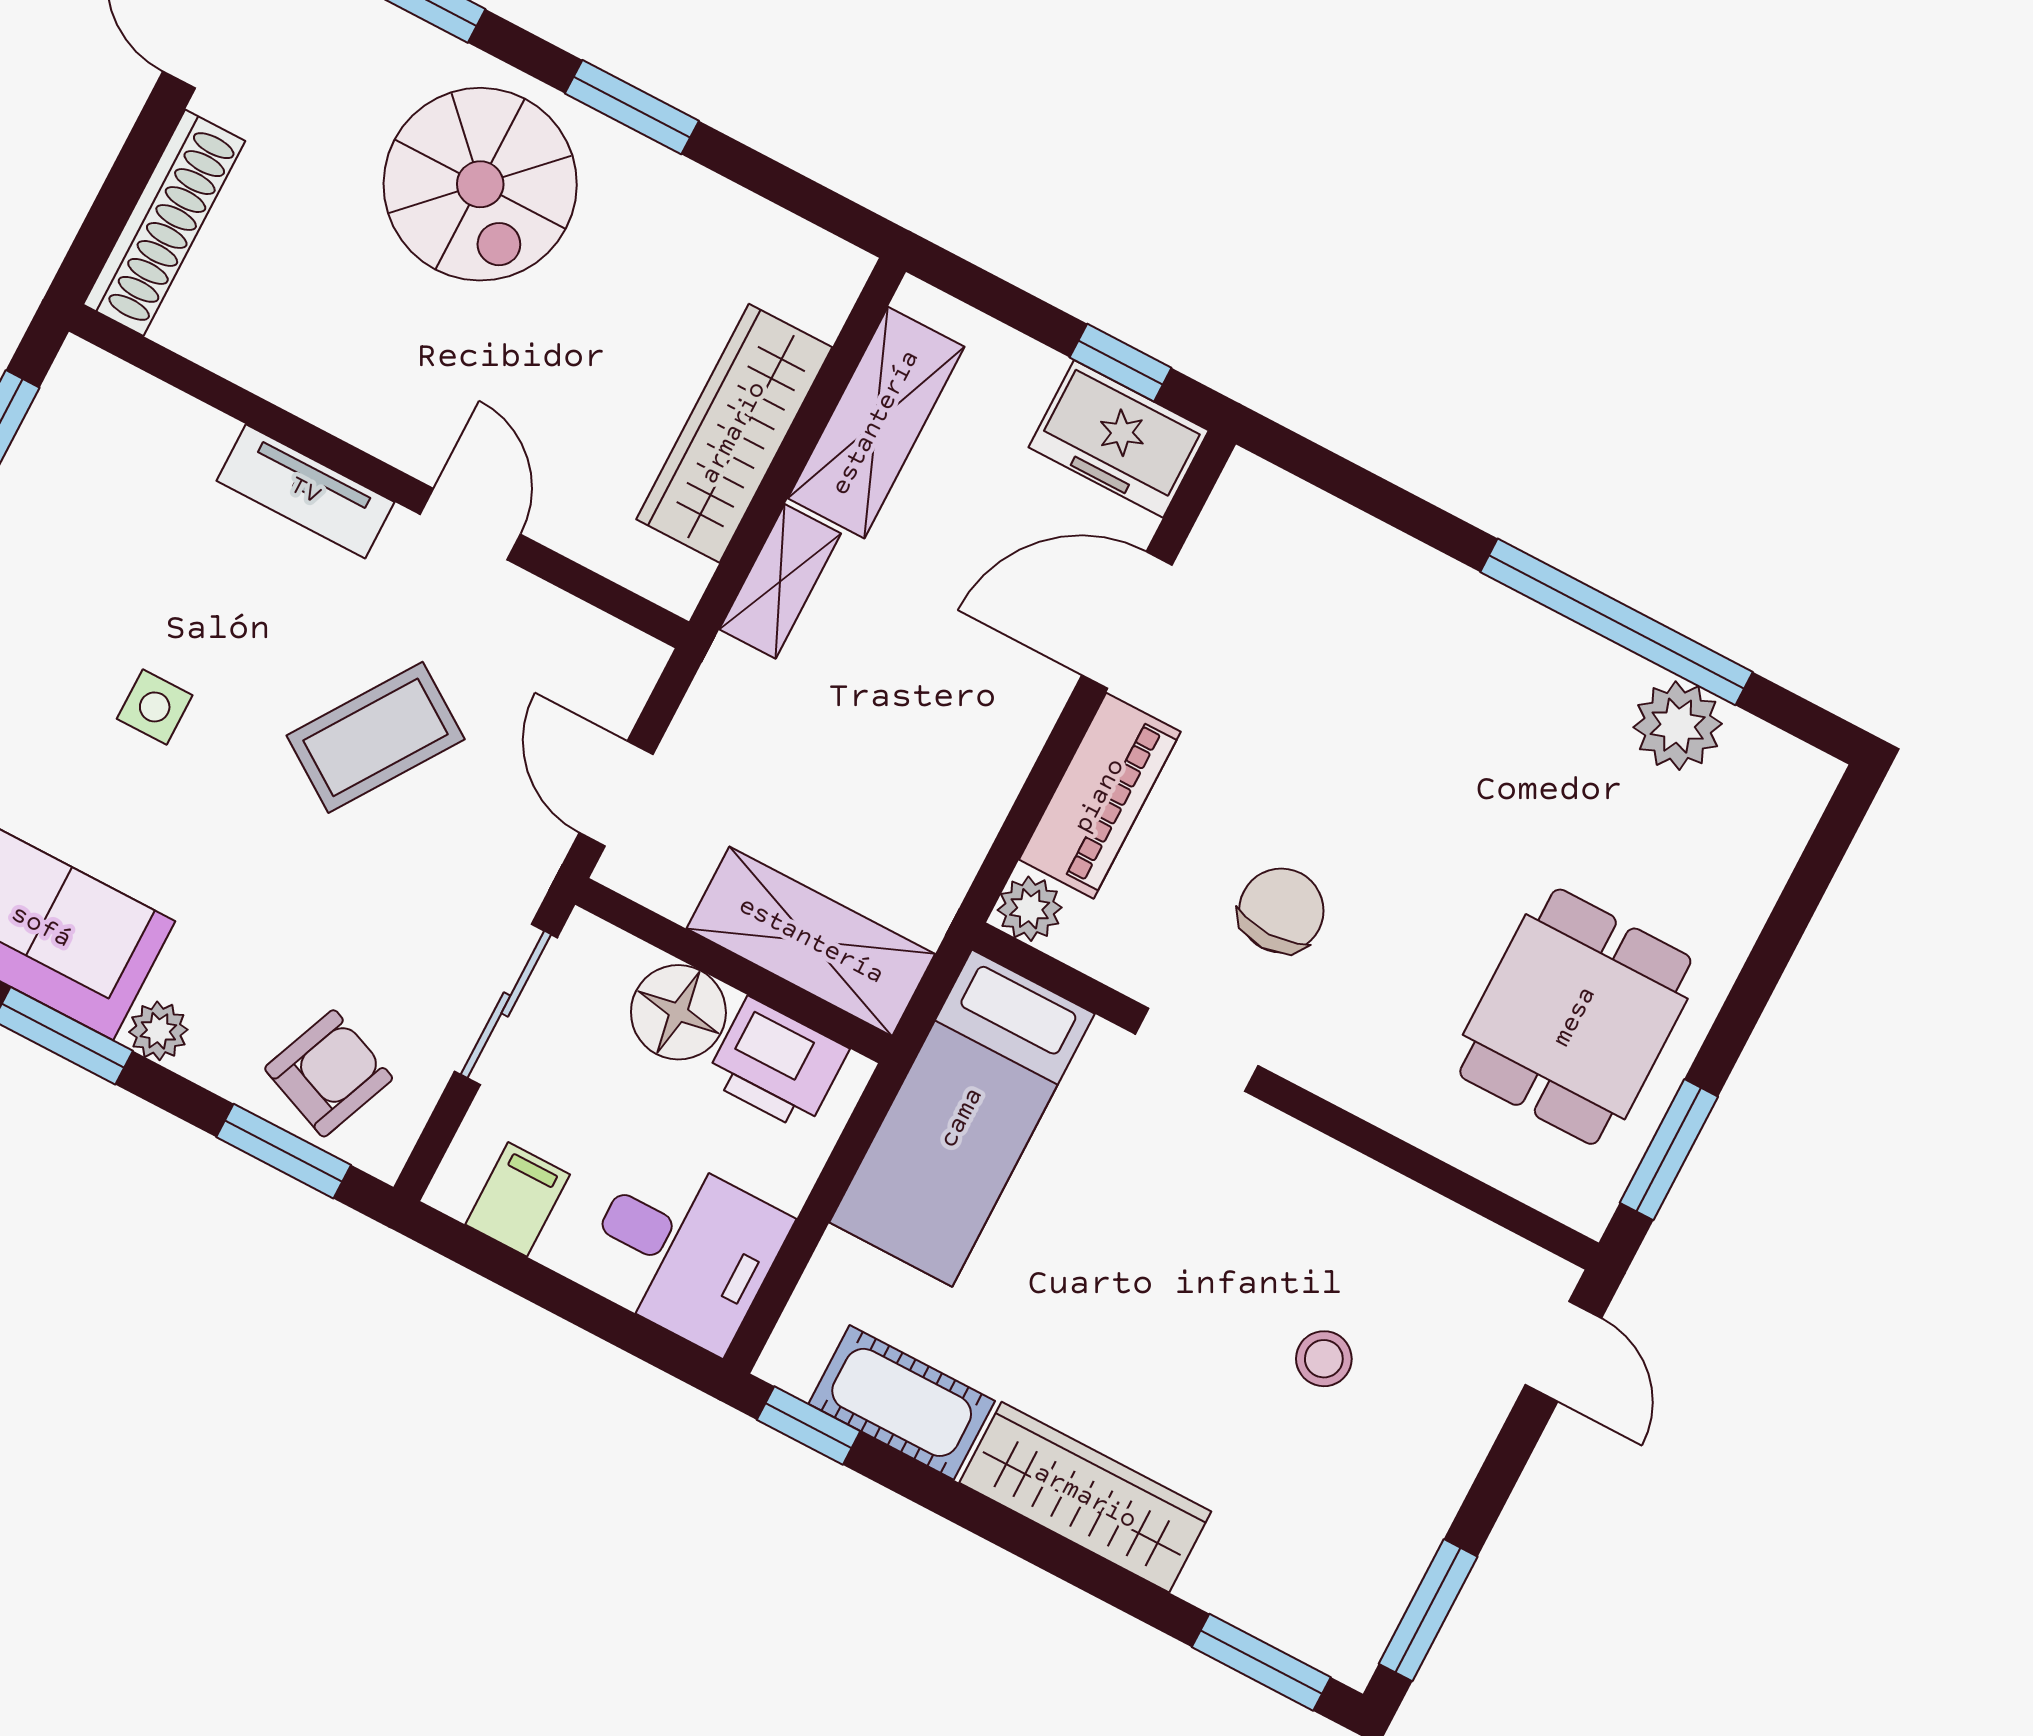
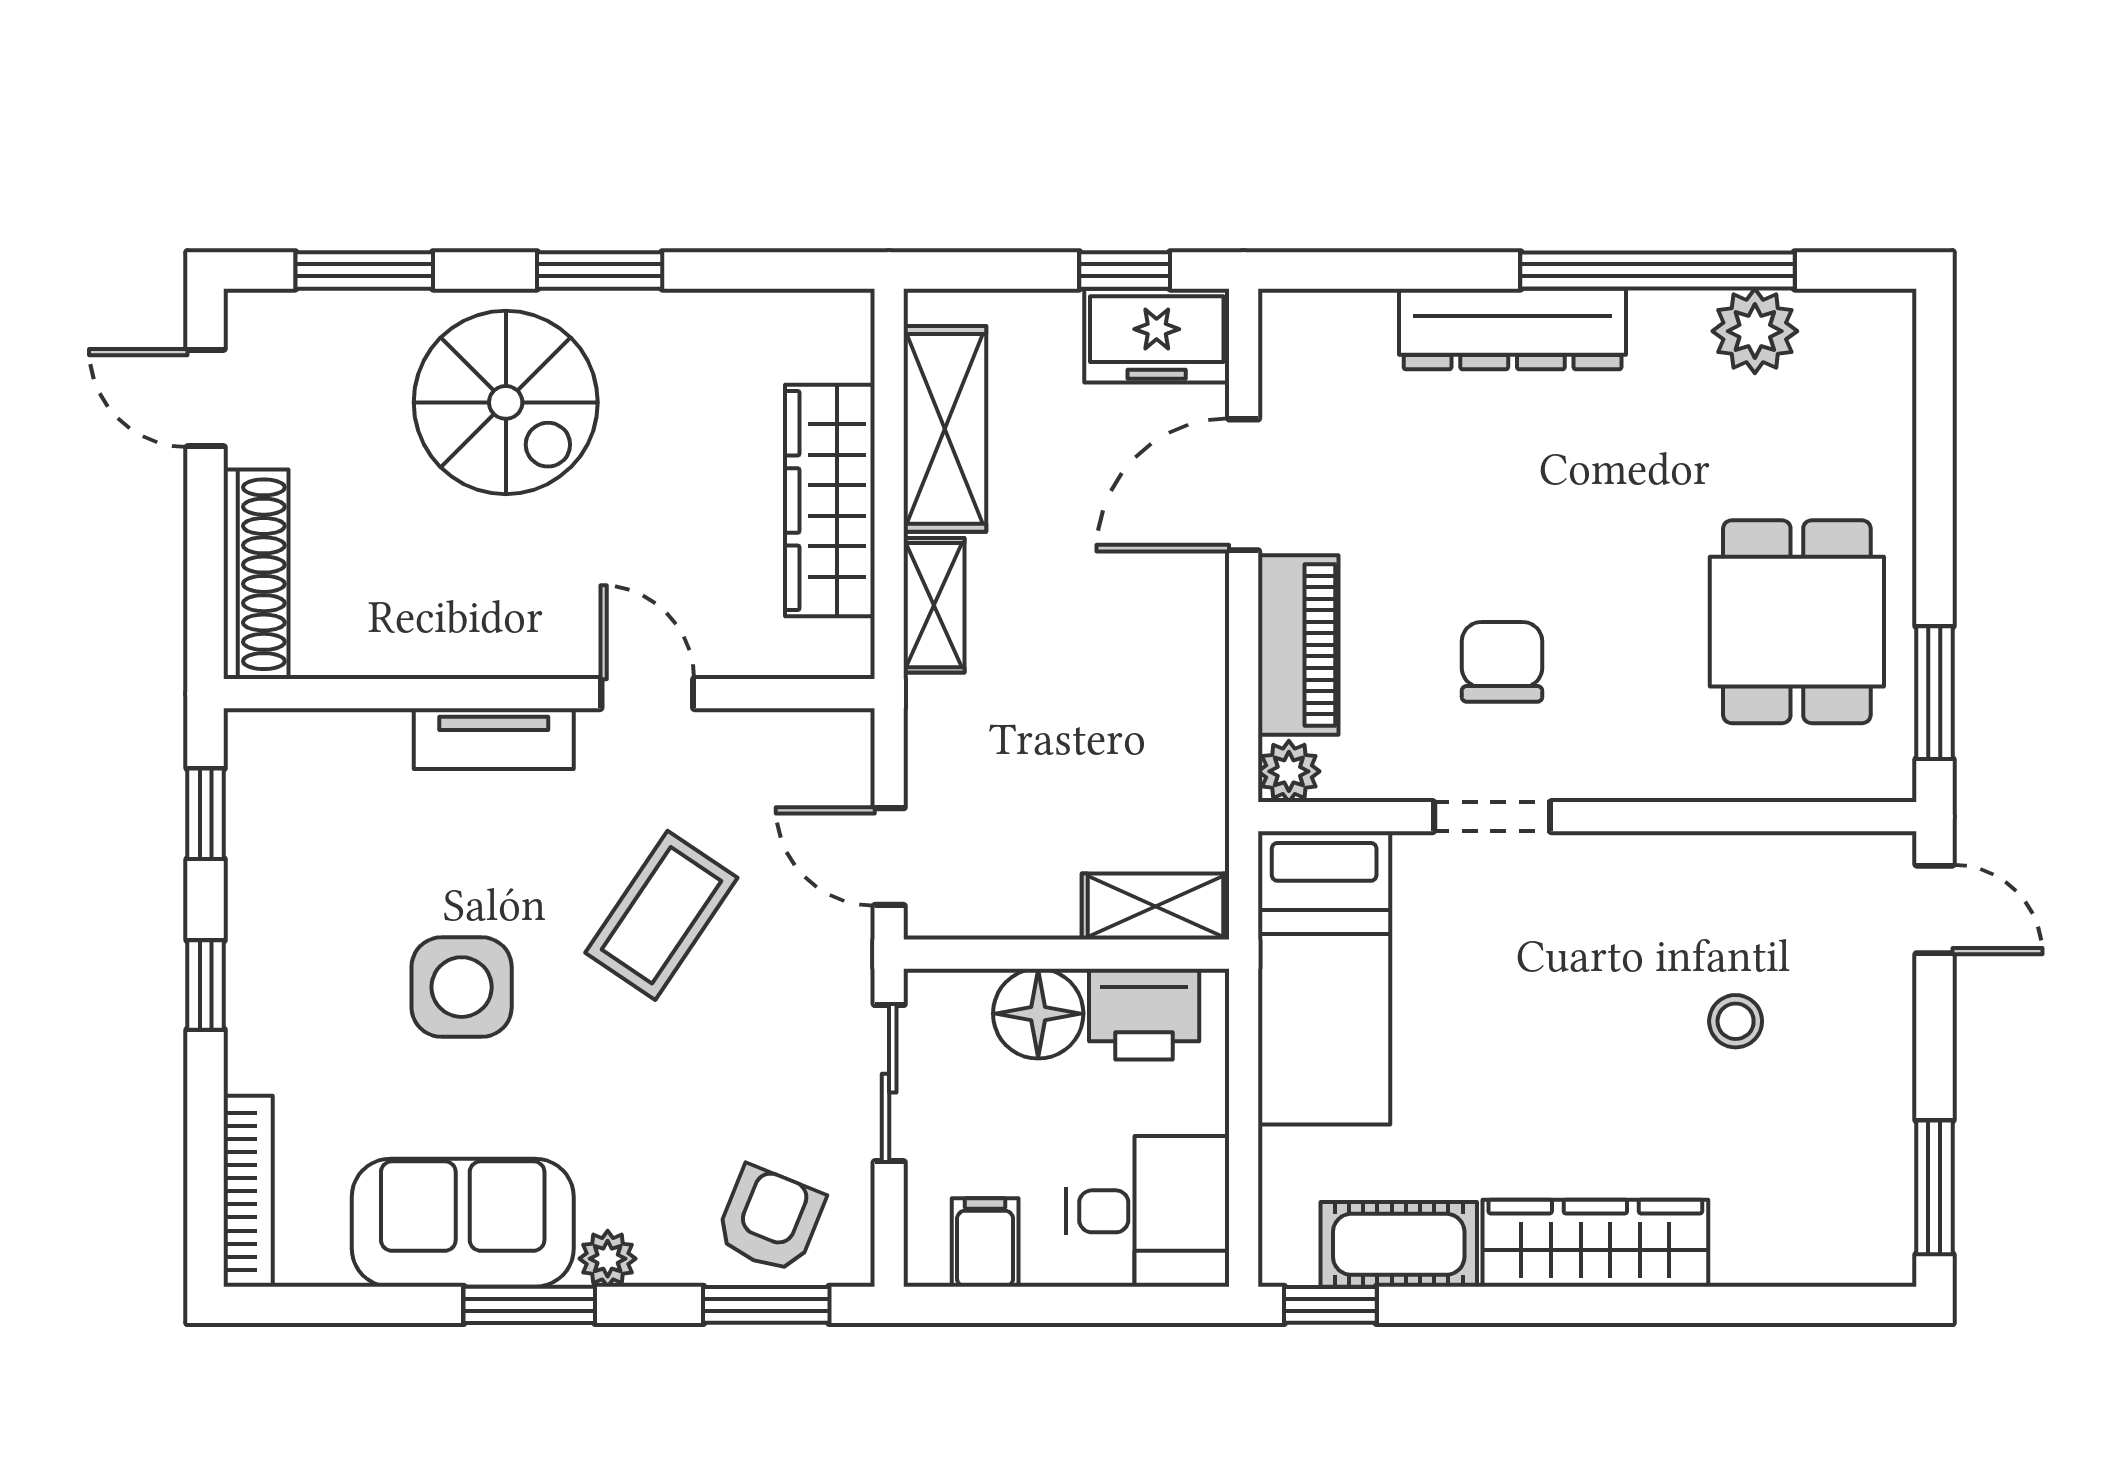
dresser: (1453, 606) -> (1513, 329), added
side table: (155, 707) -> (462, 987), width x1.87, depth x1.87
shelving: (811, 941) -> (1155, 906), width x0.67, depth x0.75
window: (1261, 1662) -> (1817, 1305), removed

